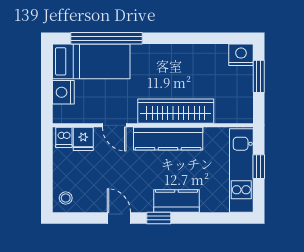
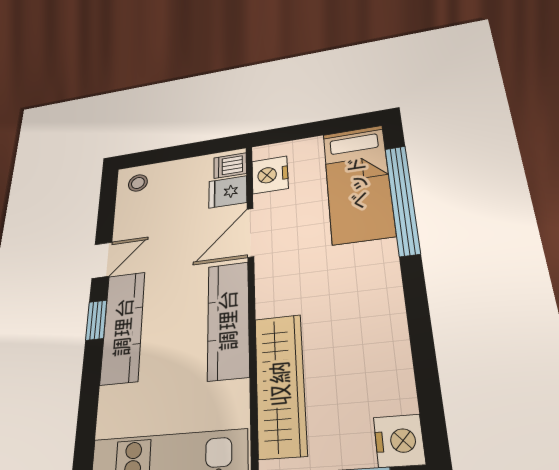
nightstand: (63, 92) -> (270, 175), moved, turned -90
wardrobe: (176, 111) -> (280, 384), moved
door: (114, 125) -> (250, 233), width x1.38
kitchen counter: (176, 201) -> (123, 327), width x1.50

